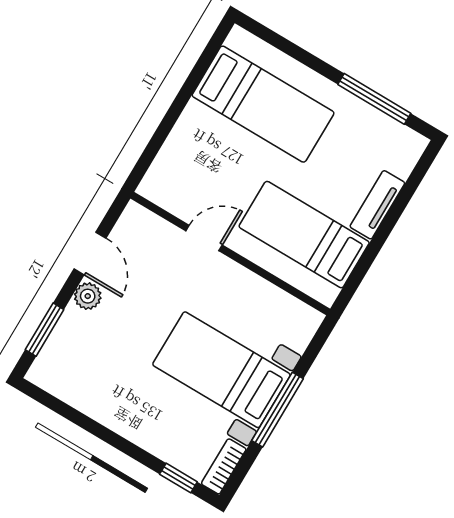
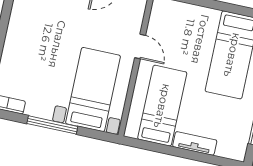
bed with nightstands: (222, 370) -> (93, 90), moved

